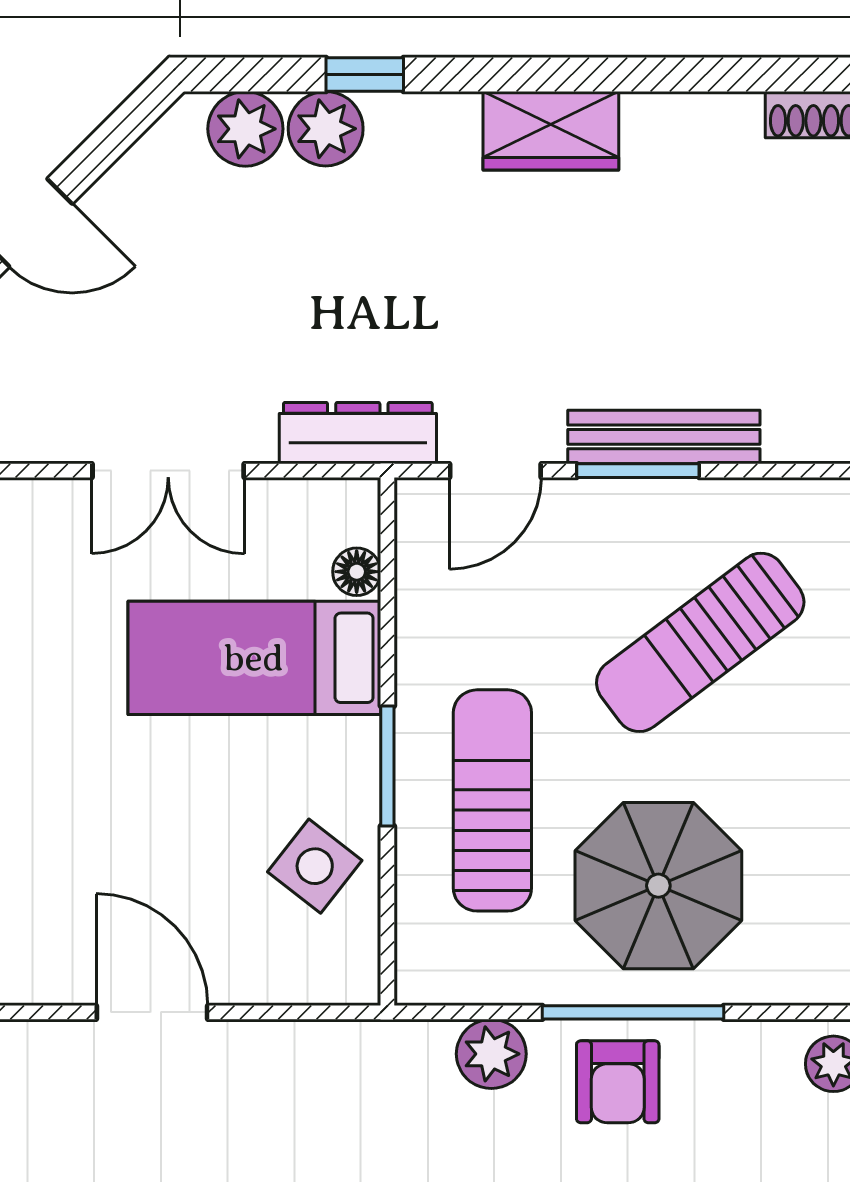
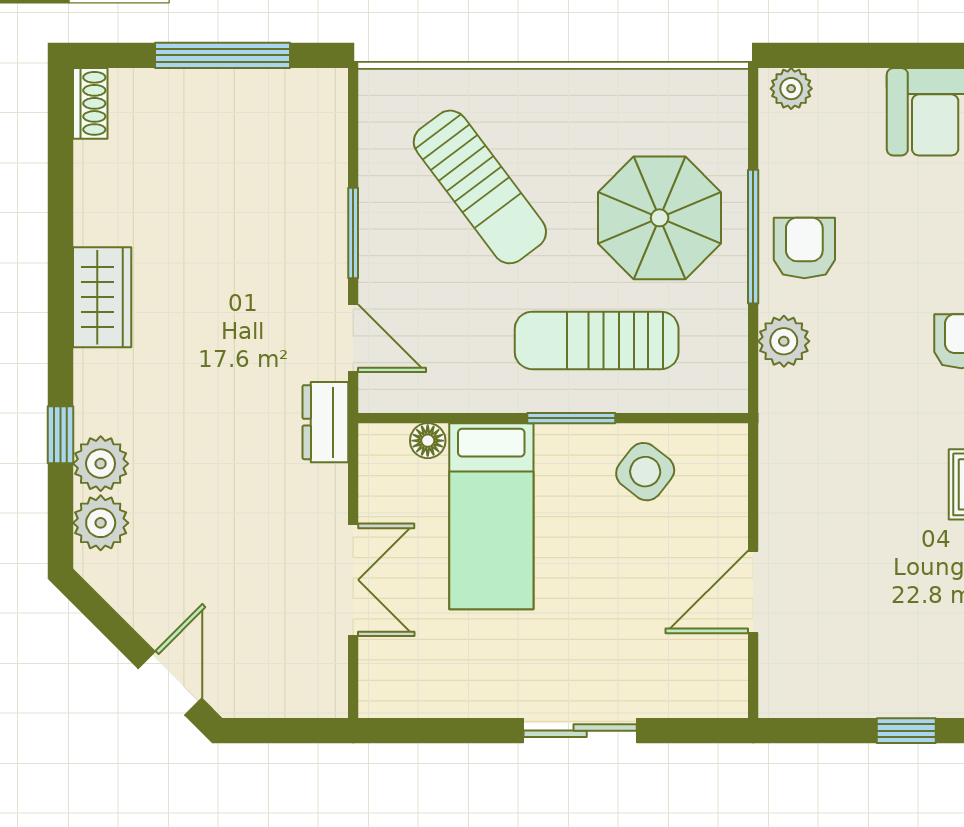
dresser: (358, 433) -> (325, 422), width x0.70
bench: (664, 437) -> (328, 214), removed
armchair: (618, 1082) -> (804, 248), turned -90

